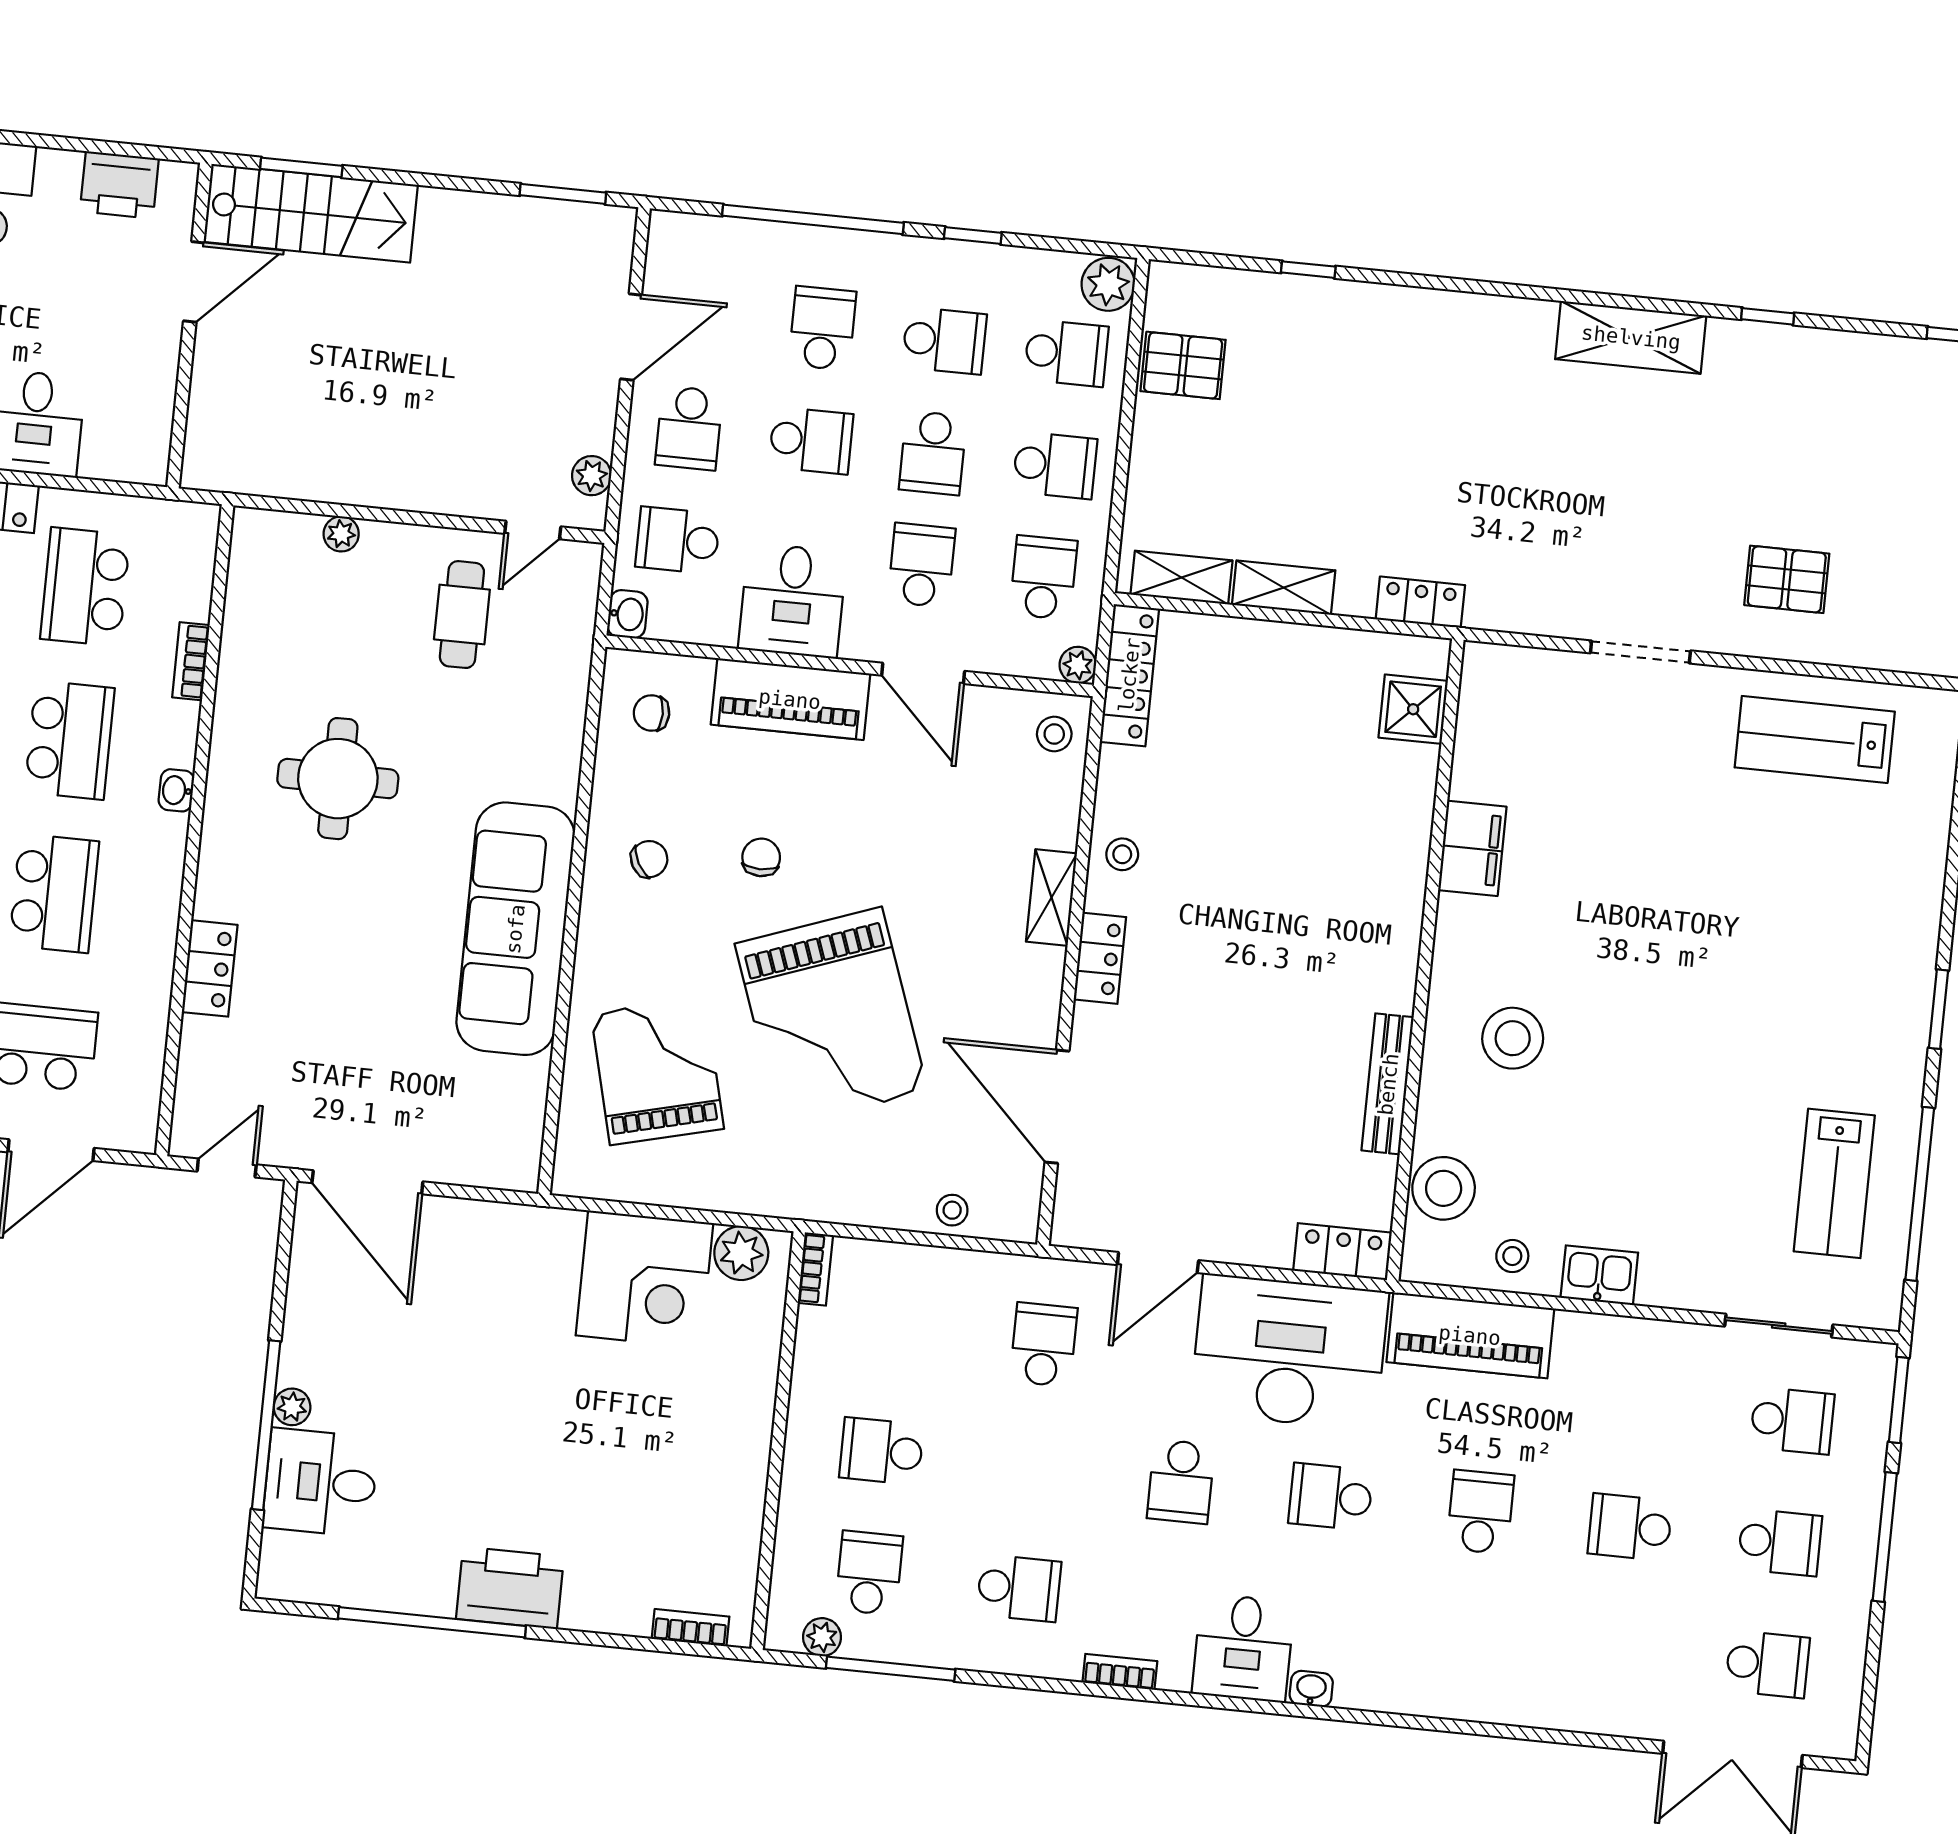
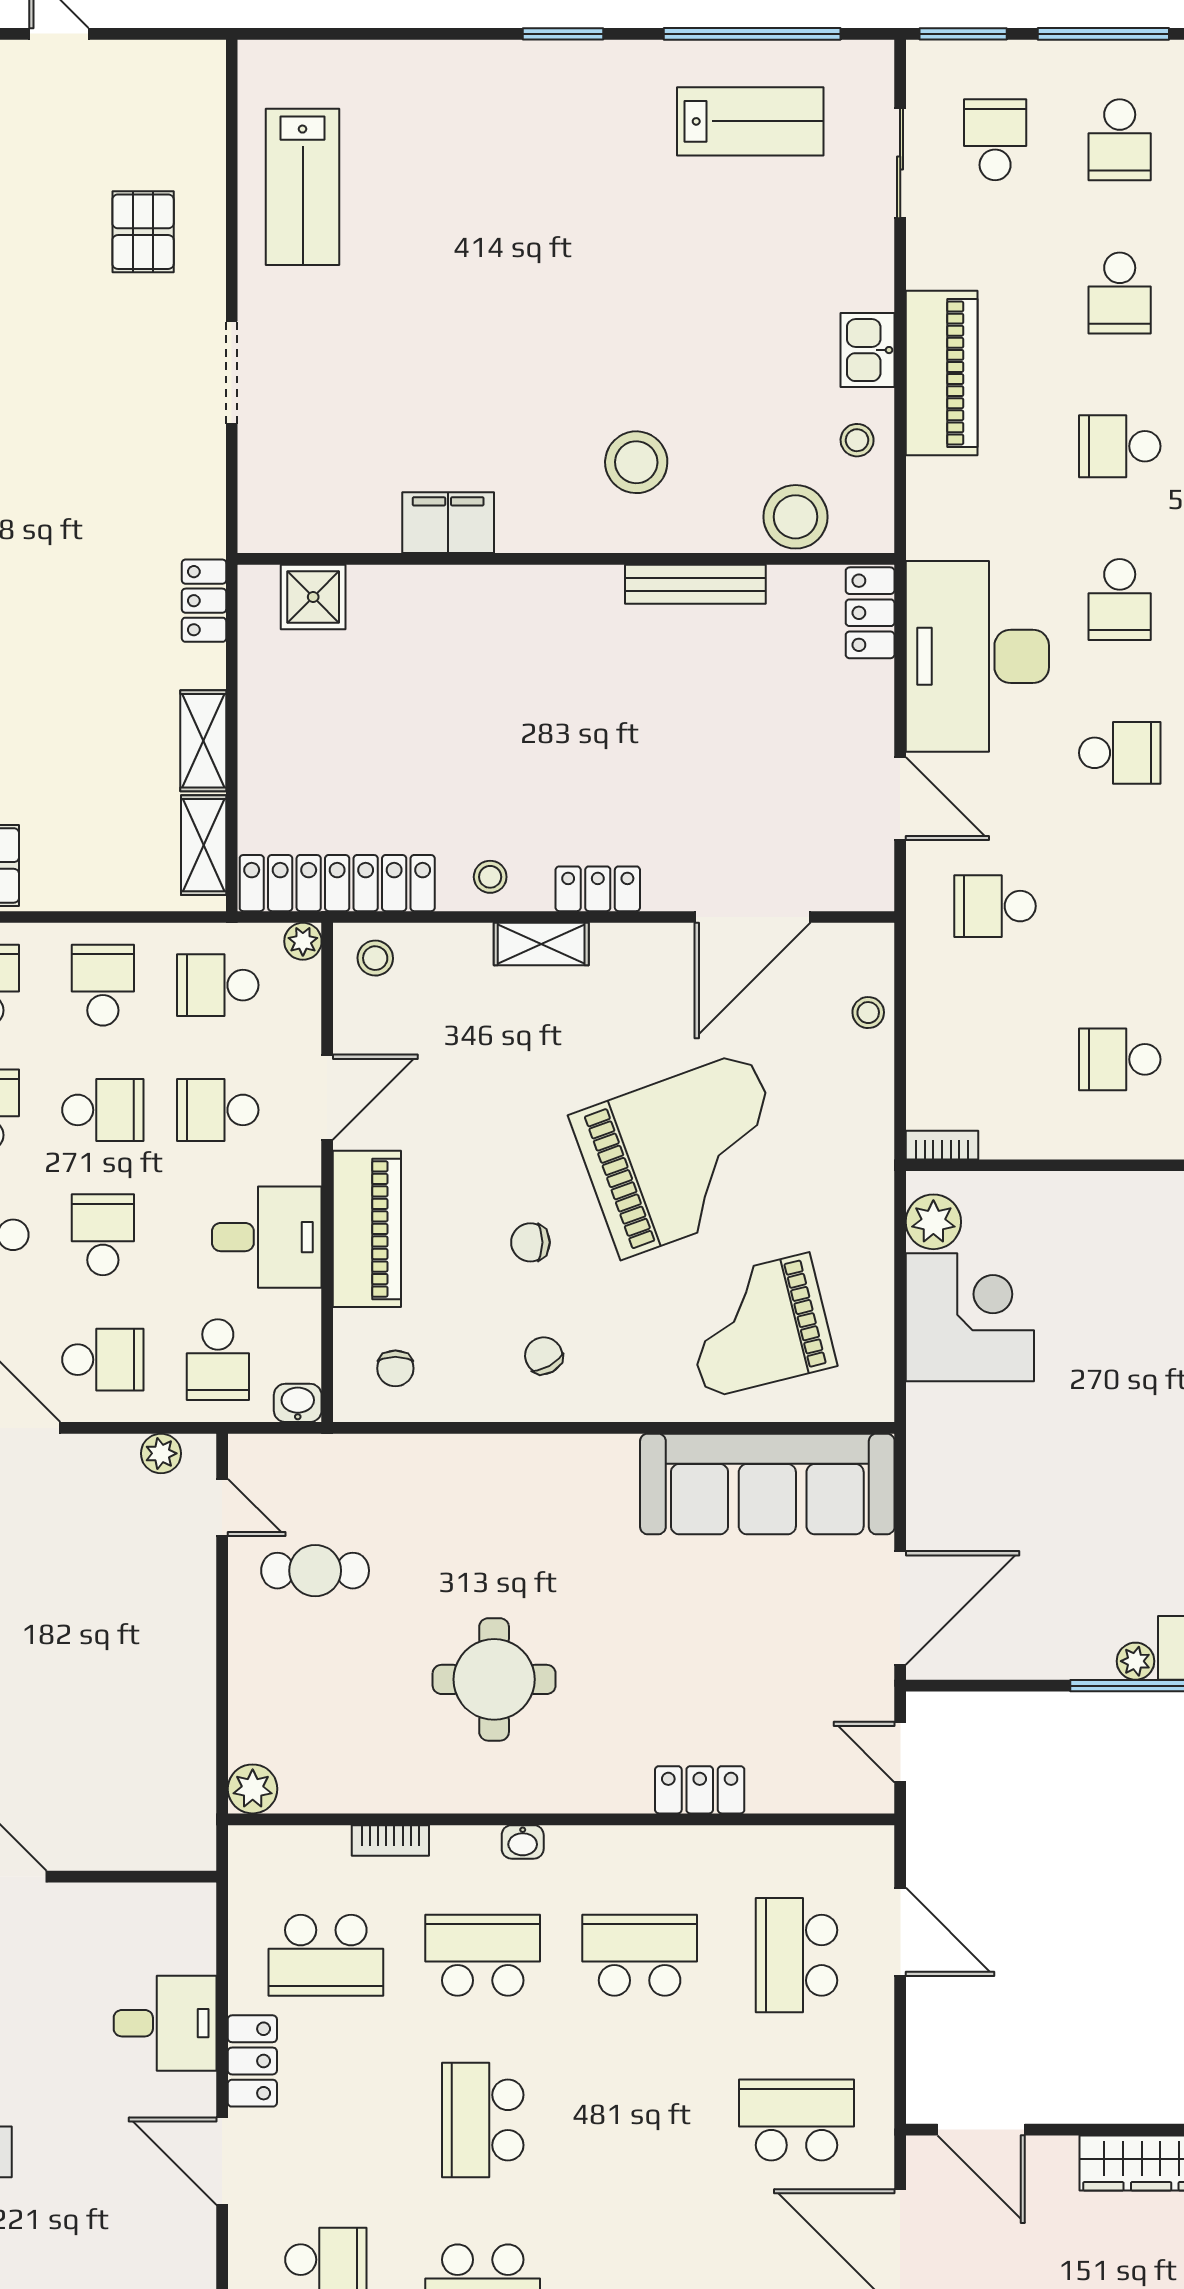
plant: (341, 534) -> (253, 1789), moved, width x1.38, depth x1.38
locker: (1129, 675) -> (337, 883), width x1.41, depth x1.21
sofa: (515, 929) -> (767, 1484), moved
piano: (1470, 1335) -> (942, 373), moved
school desk: (881, 1451) -> (1120, 1059), turned 90
school desk: (1780, 1542) -> (1120, 140), turned 180

